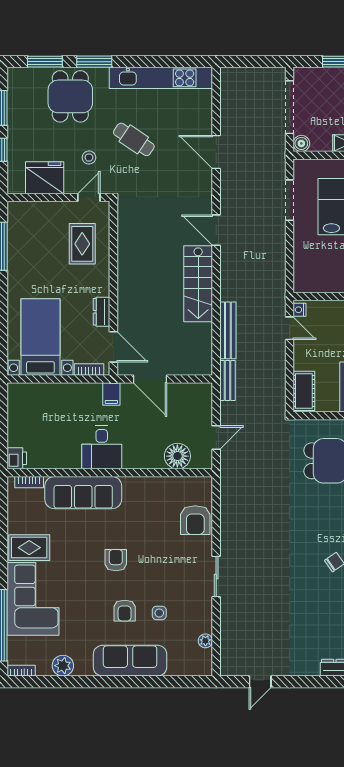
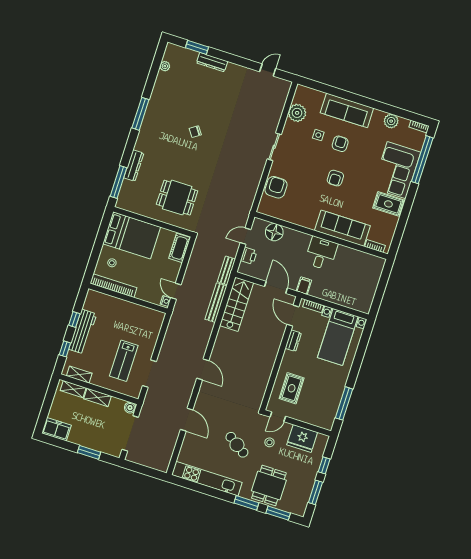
stairs: (198, 284) -> (236, 304), moved
printer: (17, 458) -> (249, 256), moved, turned 180
plant: (205, 641) -> (297, 113), width x1.87, depth x1.87

